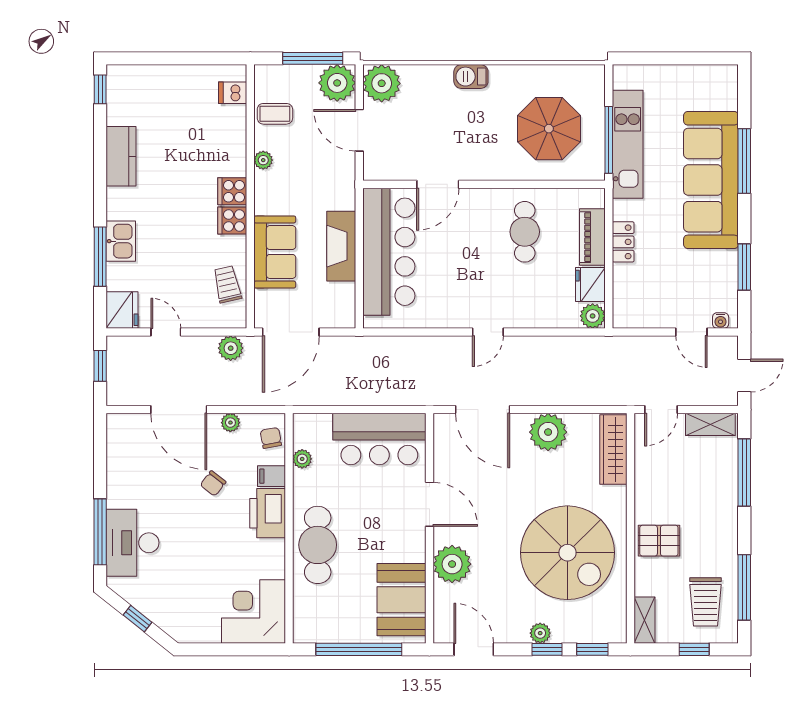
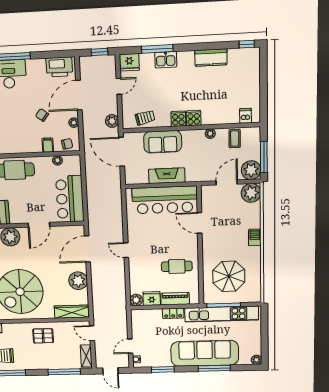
plant: (728, 75) -> (256, 360), added
kitchen unit: (628, 144) -> (222, 314), width x1.36
printer: (268, 513) -> (59, 67), moved, turned 180
pallet: (659, 541) -> (43, 336), moved, turned 90

